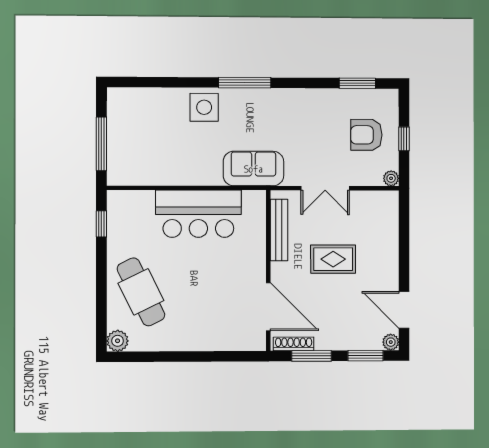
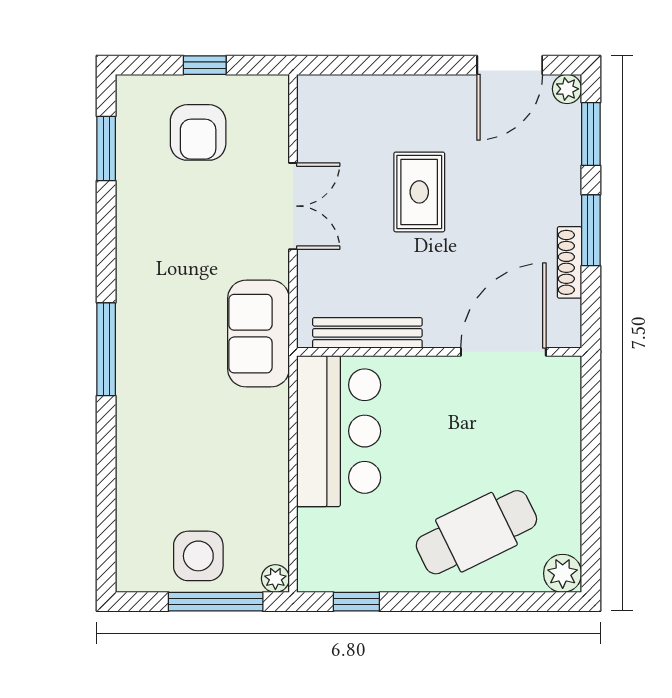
side table: (204, 107) -> (198, 556), moved
plant: (391, 178) -> (275, 579), moved
bench: (279, 230) -> (367, 333), moved
wall: (268, 270) -> (439, 352), moved
door: (268, 307) -> (503, 352), moved

